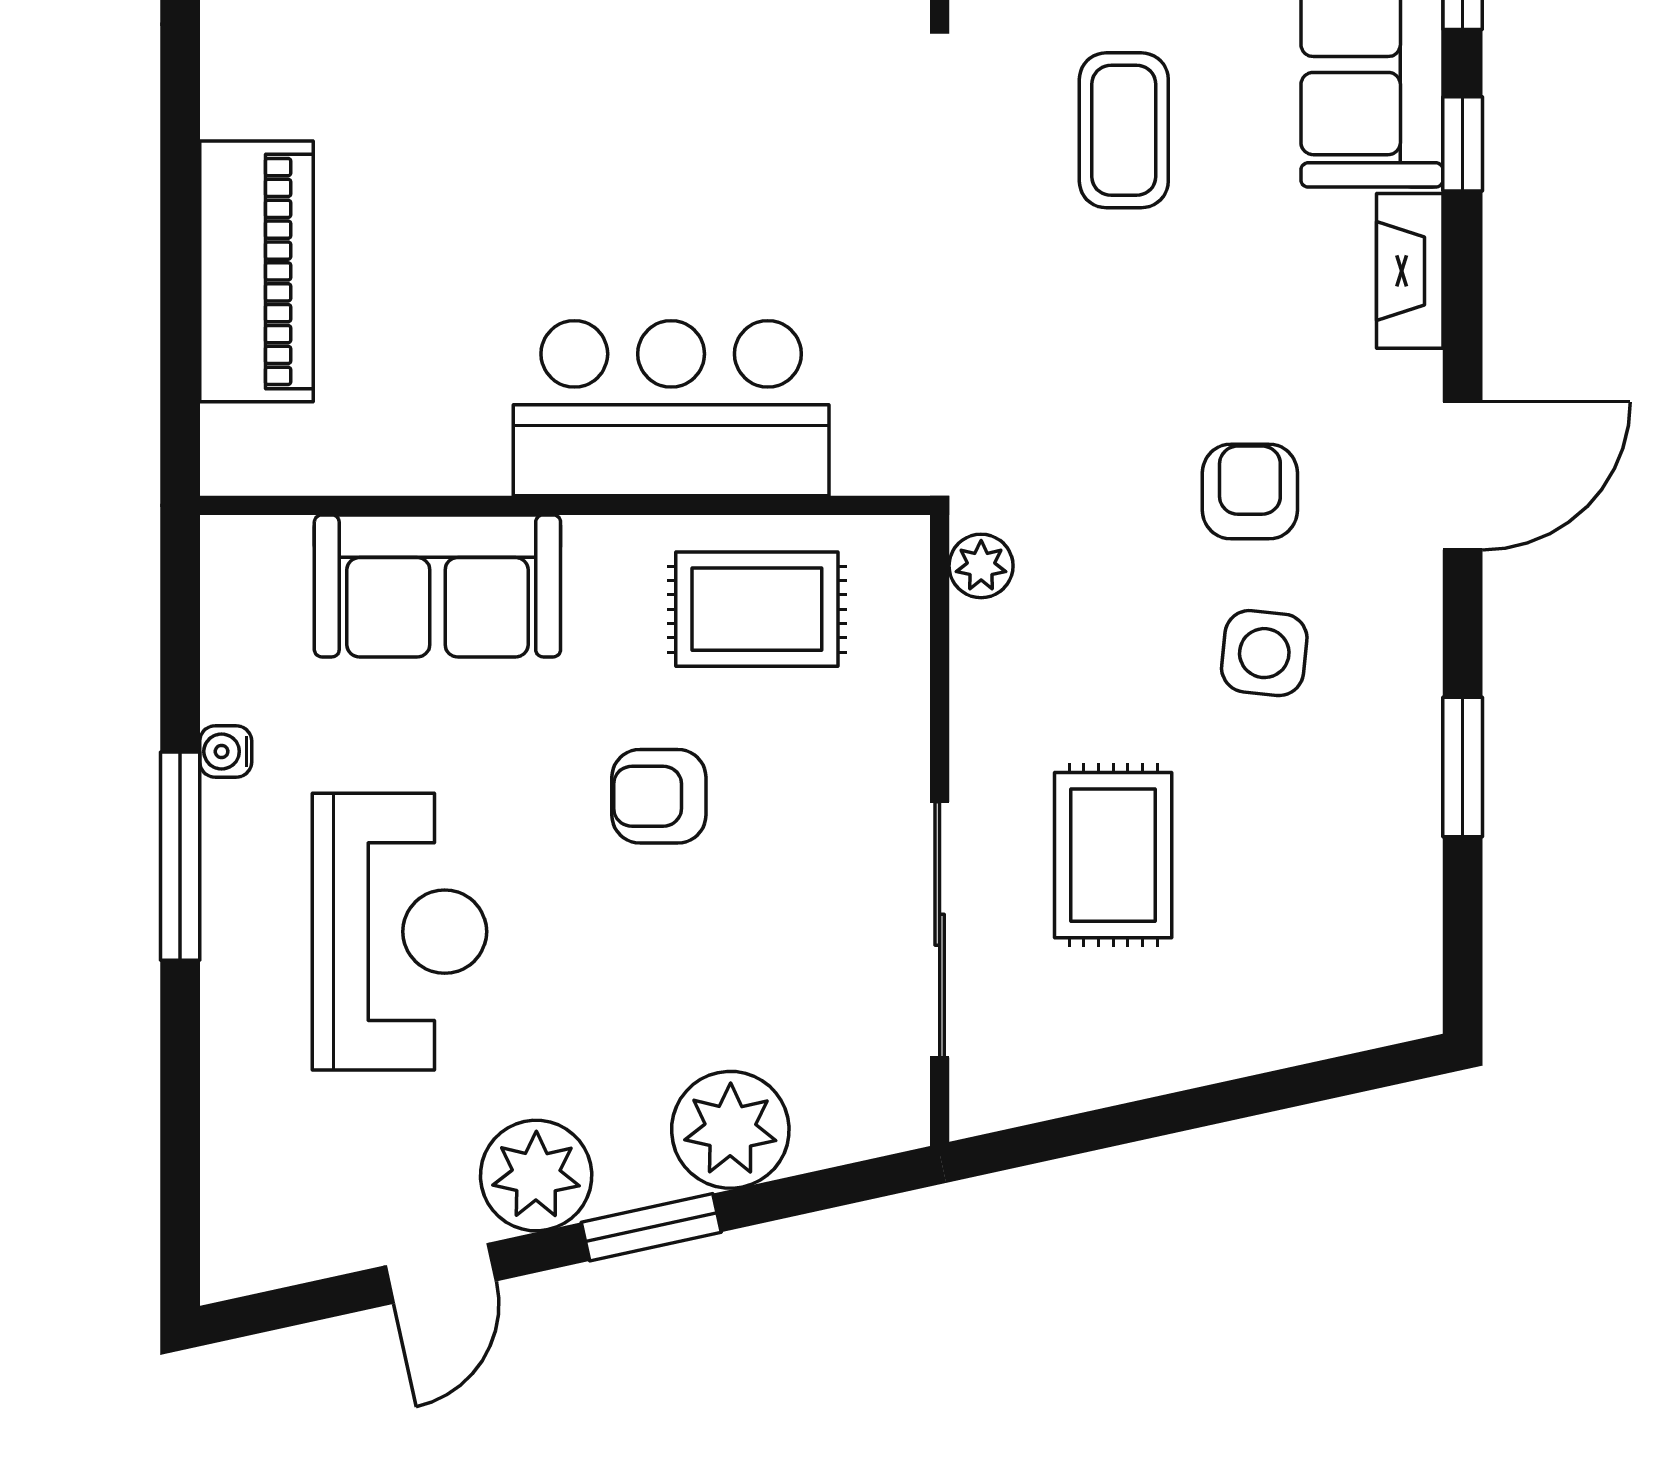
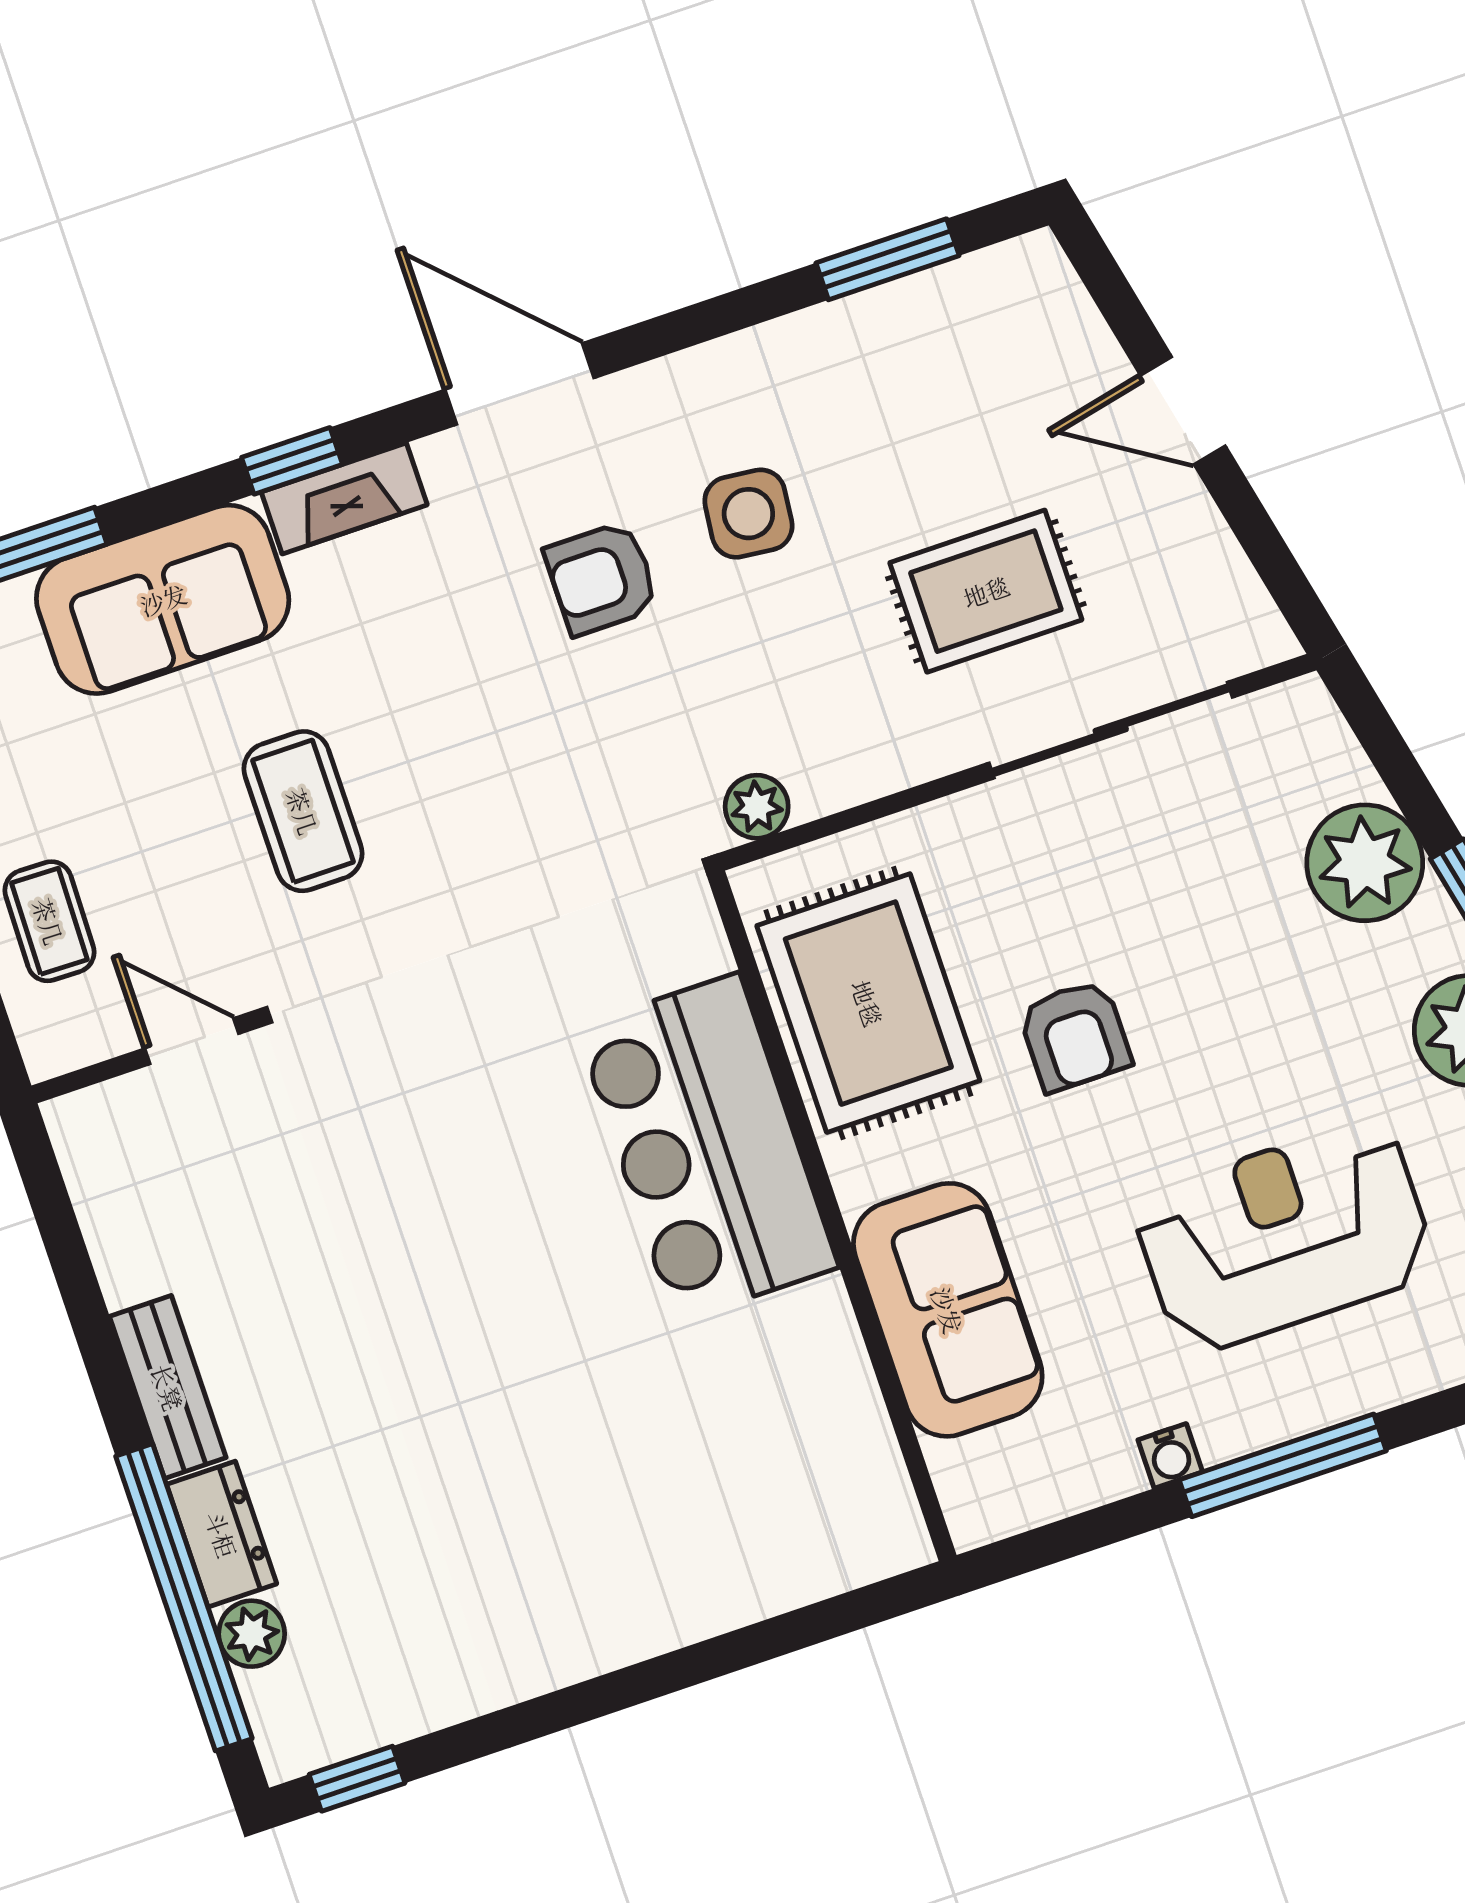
coffee table: (1124, 130) -> (303, 811), turned 90
window: (1463, 144) -> (292, 461), moved
piano: (257, 271) -> (710, 1579), removed
rug: (757, 609) -> (868, 1003), width x1.36, depth x1.43
window: (1463, 767) -> (888, 259), moved
door: (1222, 1102) -> (1183, 411), added

